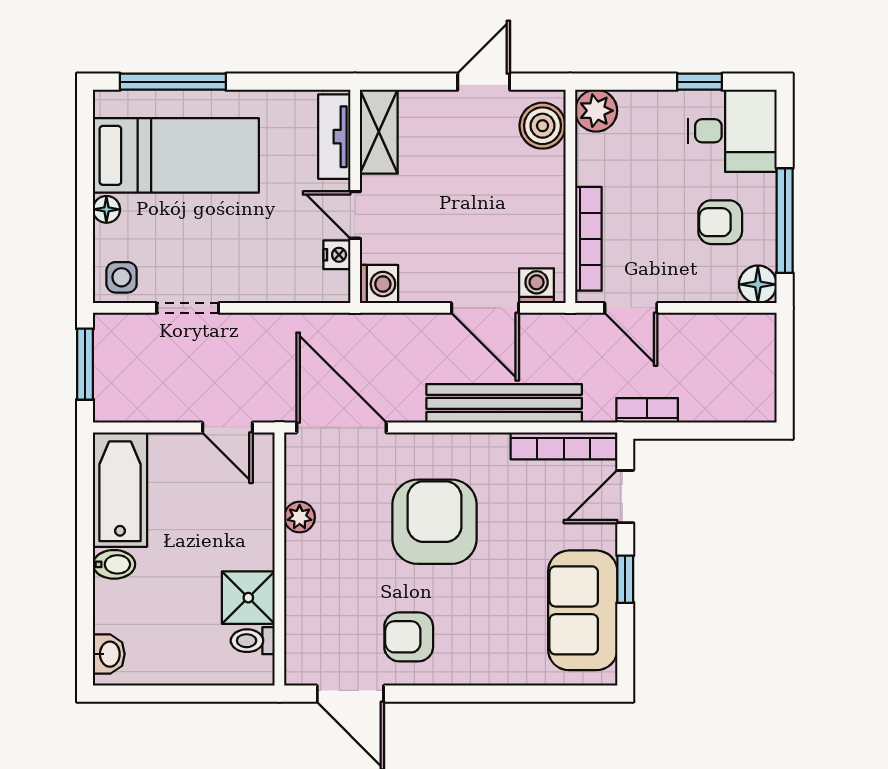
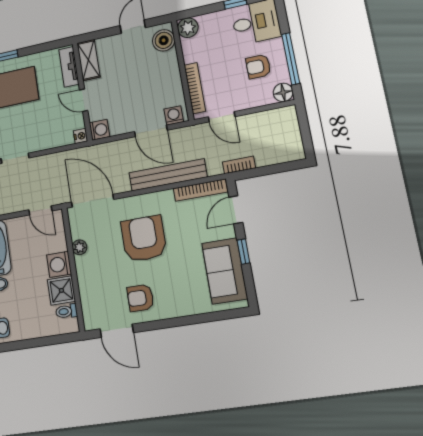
nightstand: (337, 255) -> (81, 136), moved
washing machine: (251, 545) -> (59, 264), added

